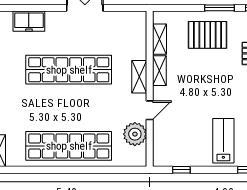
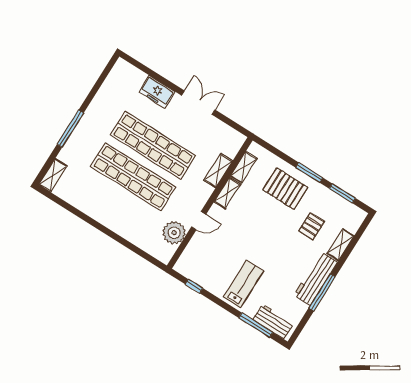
freezer: (29, 21) -> (157, 92), moved
shelving: (139, 77) -> (218, 171), moved
shop shelf: (69, 146) -> (133, 177), moved

